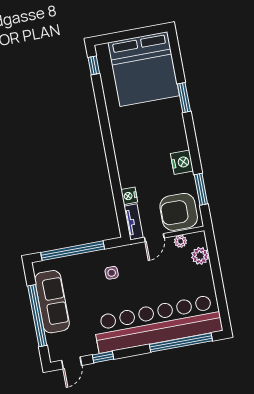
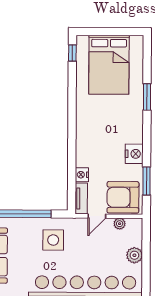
bed: (144, 69) -> (109, 65), width x0.73
plant: (200, 256) -> (134, 255), moved
side table: (112, 273) -> (53, 240), width x1.87, depth x1.87

